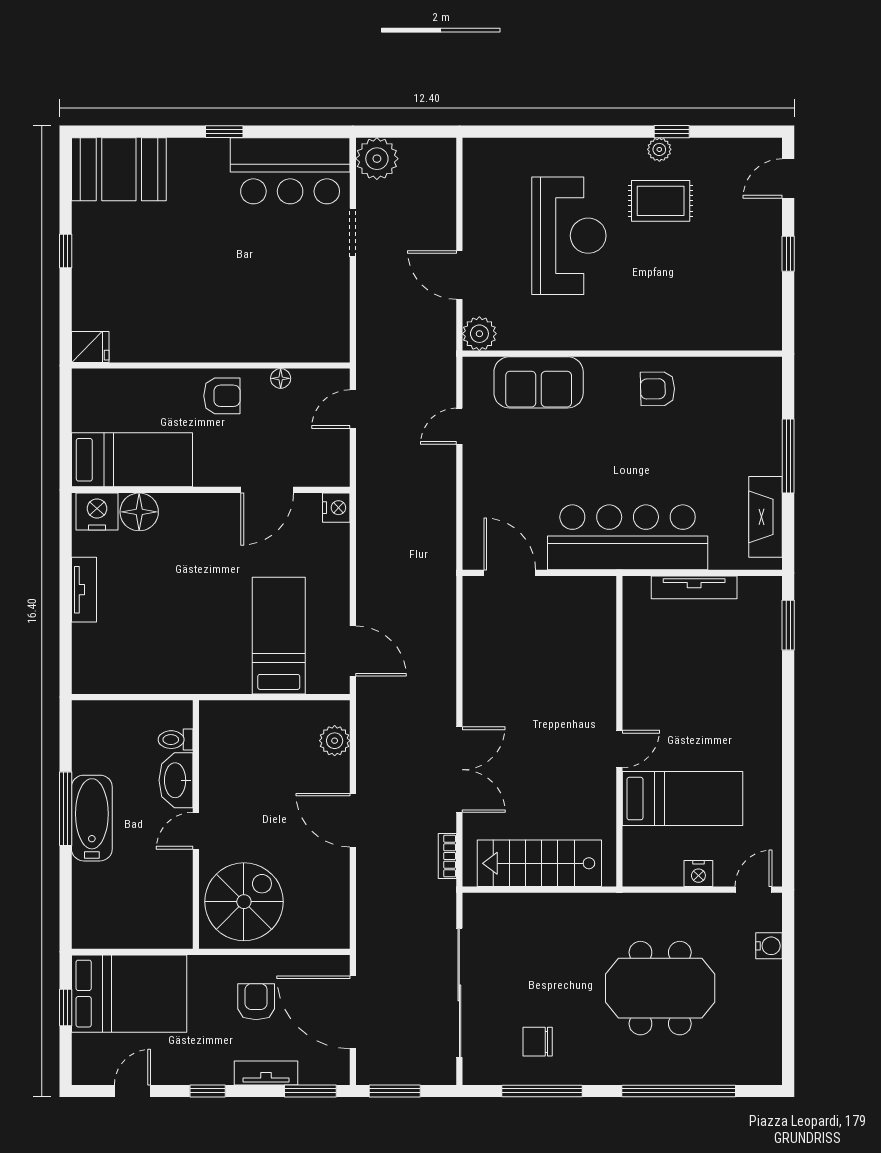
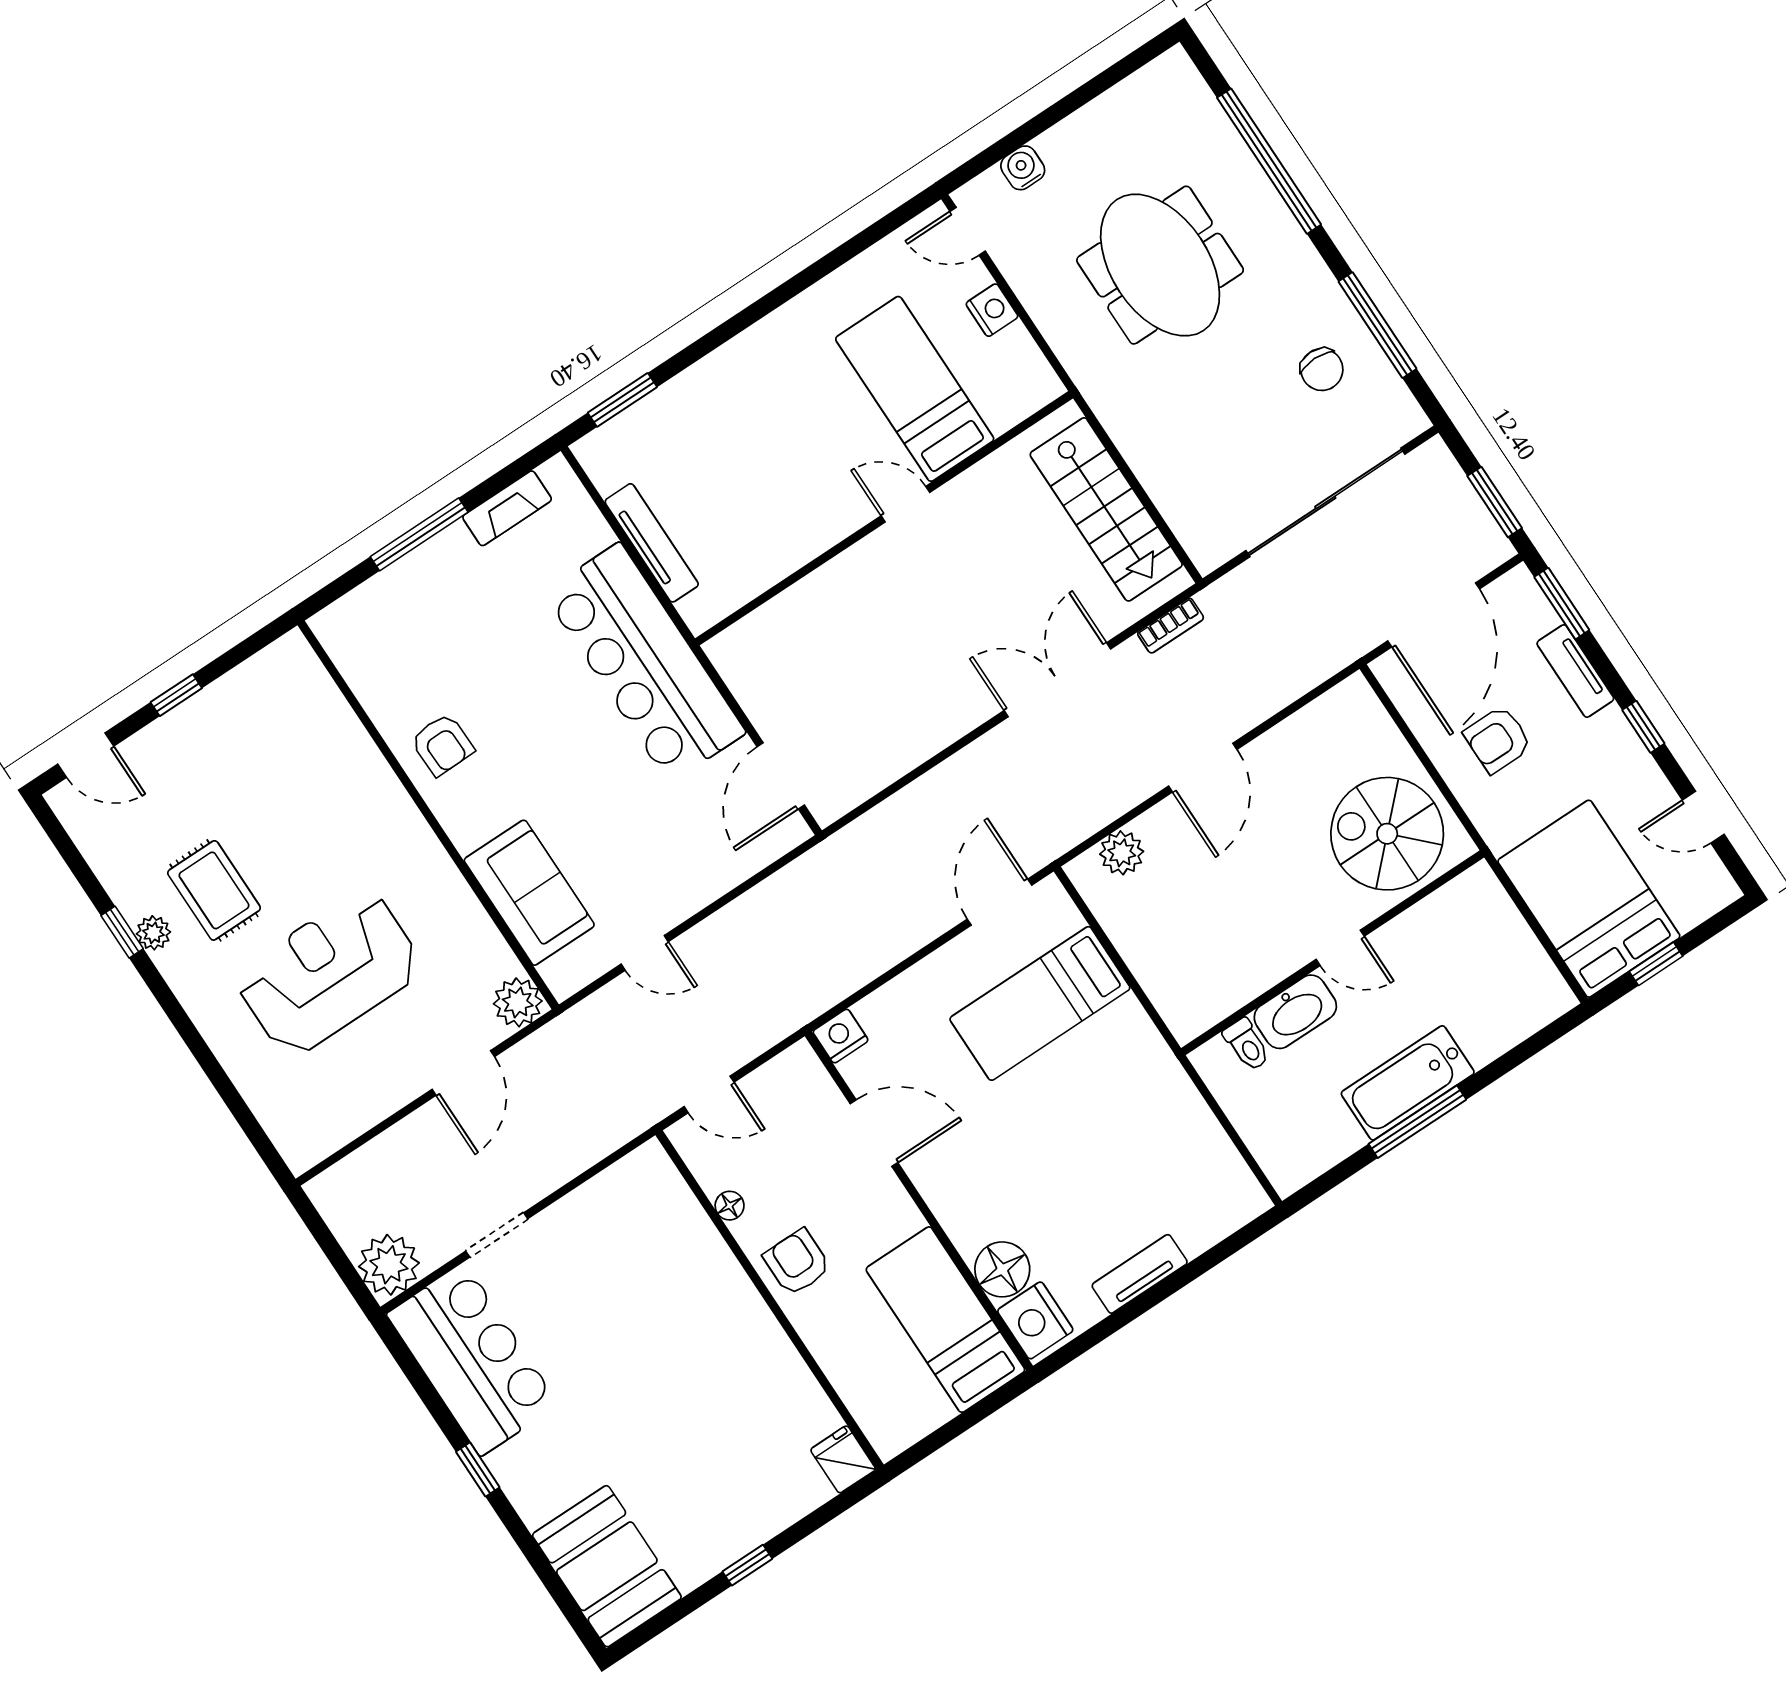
fireplace: (766, 517) -> (507, 508), width x0.73, depth x0.76

